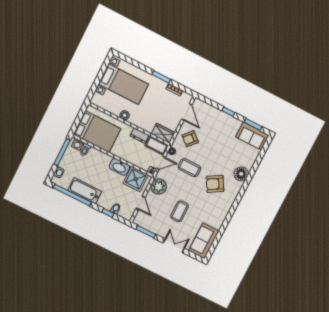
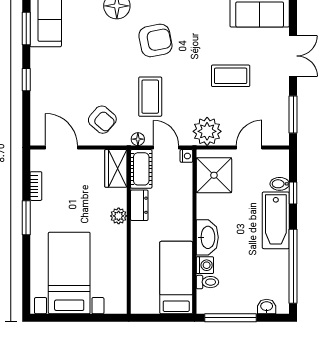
door: (187, 112) -> (62, 148), hinge flipped
plant: (125, 115) -> (119, 216), moved
bed: (97, 132) -> (176, 278), width x0.67
washing machine: (77, 144) -> (205, 265), moved
washbasin: (119, 167) -> (207, 237), moved
armchair: (215, 184) -> (155, 40), turned -70
bathtub: (85, 191) -> (276, 220), moved
double door: (174, 246) -> (293, 56), swing flipped

